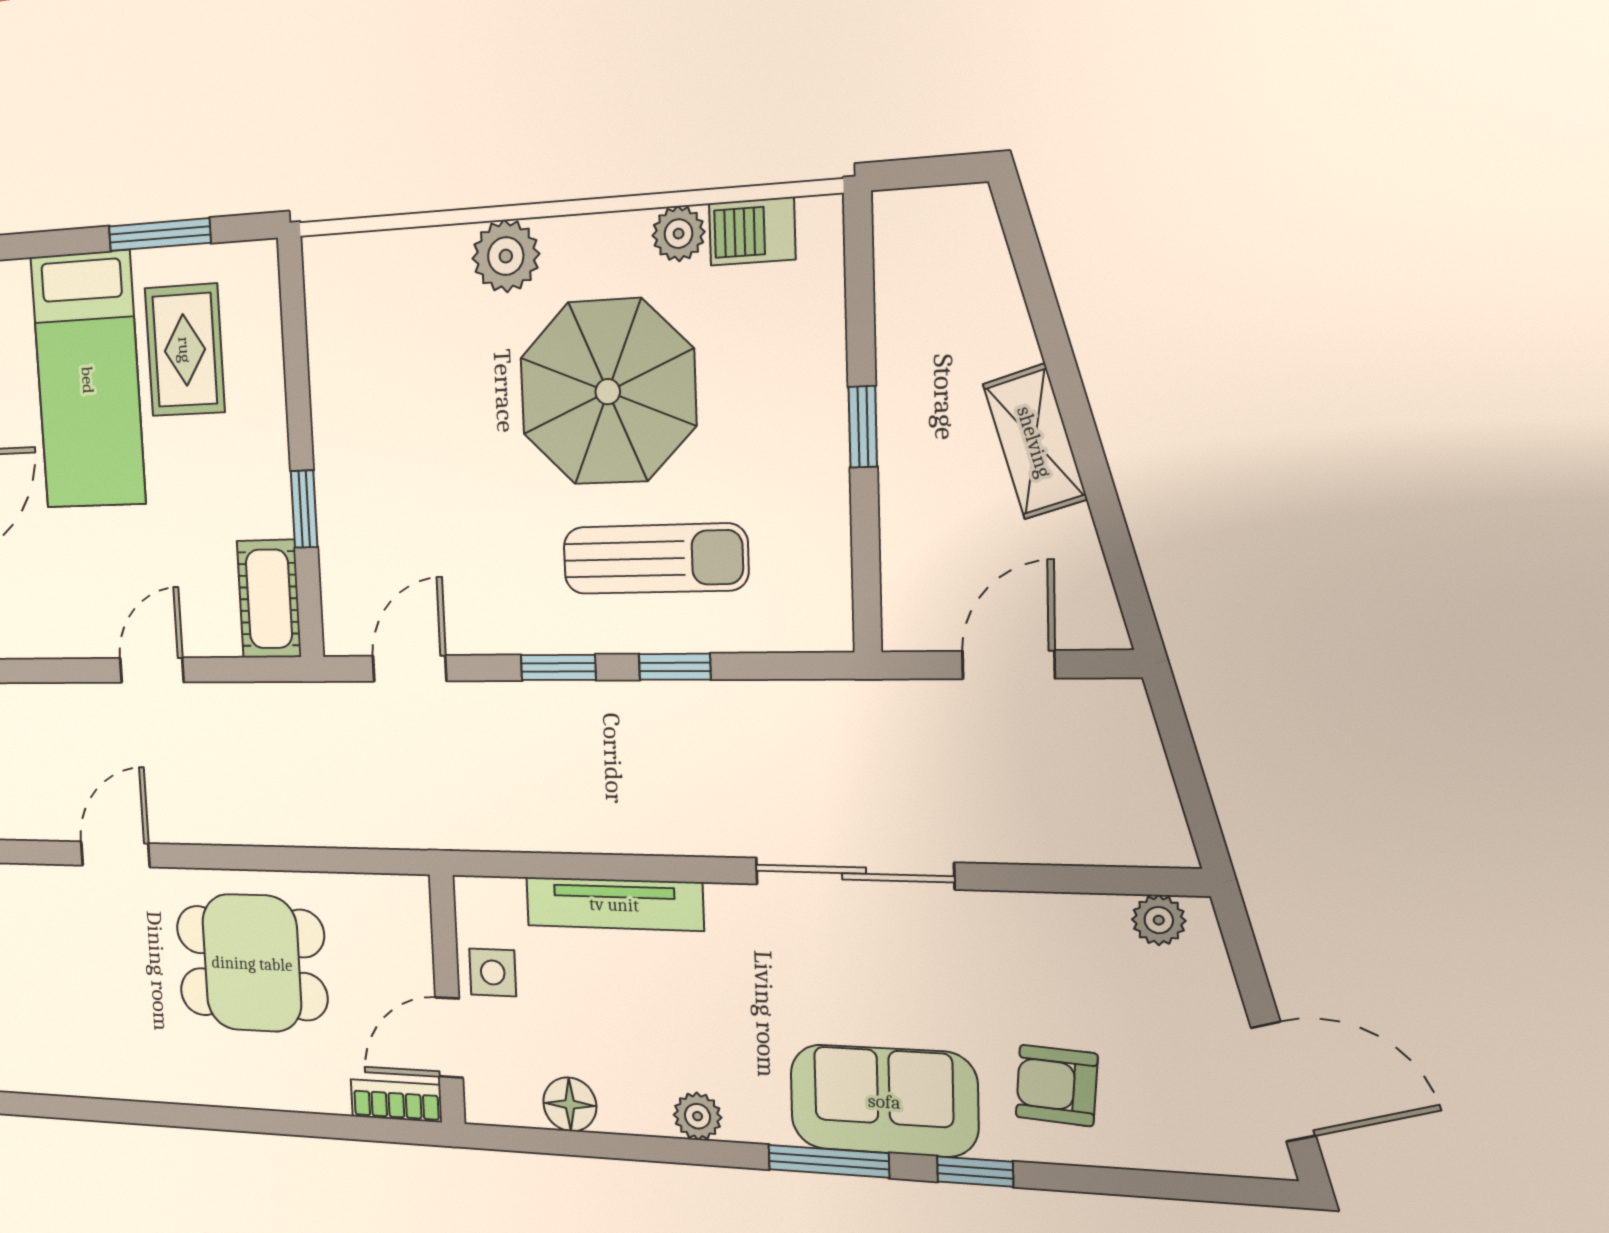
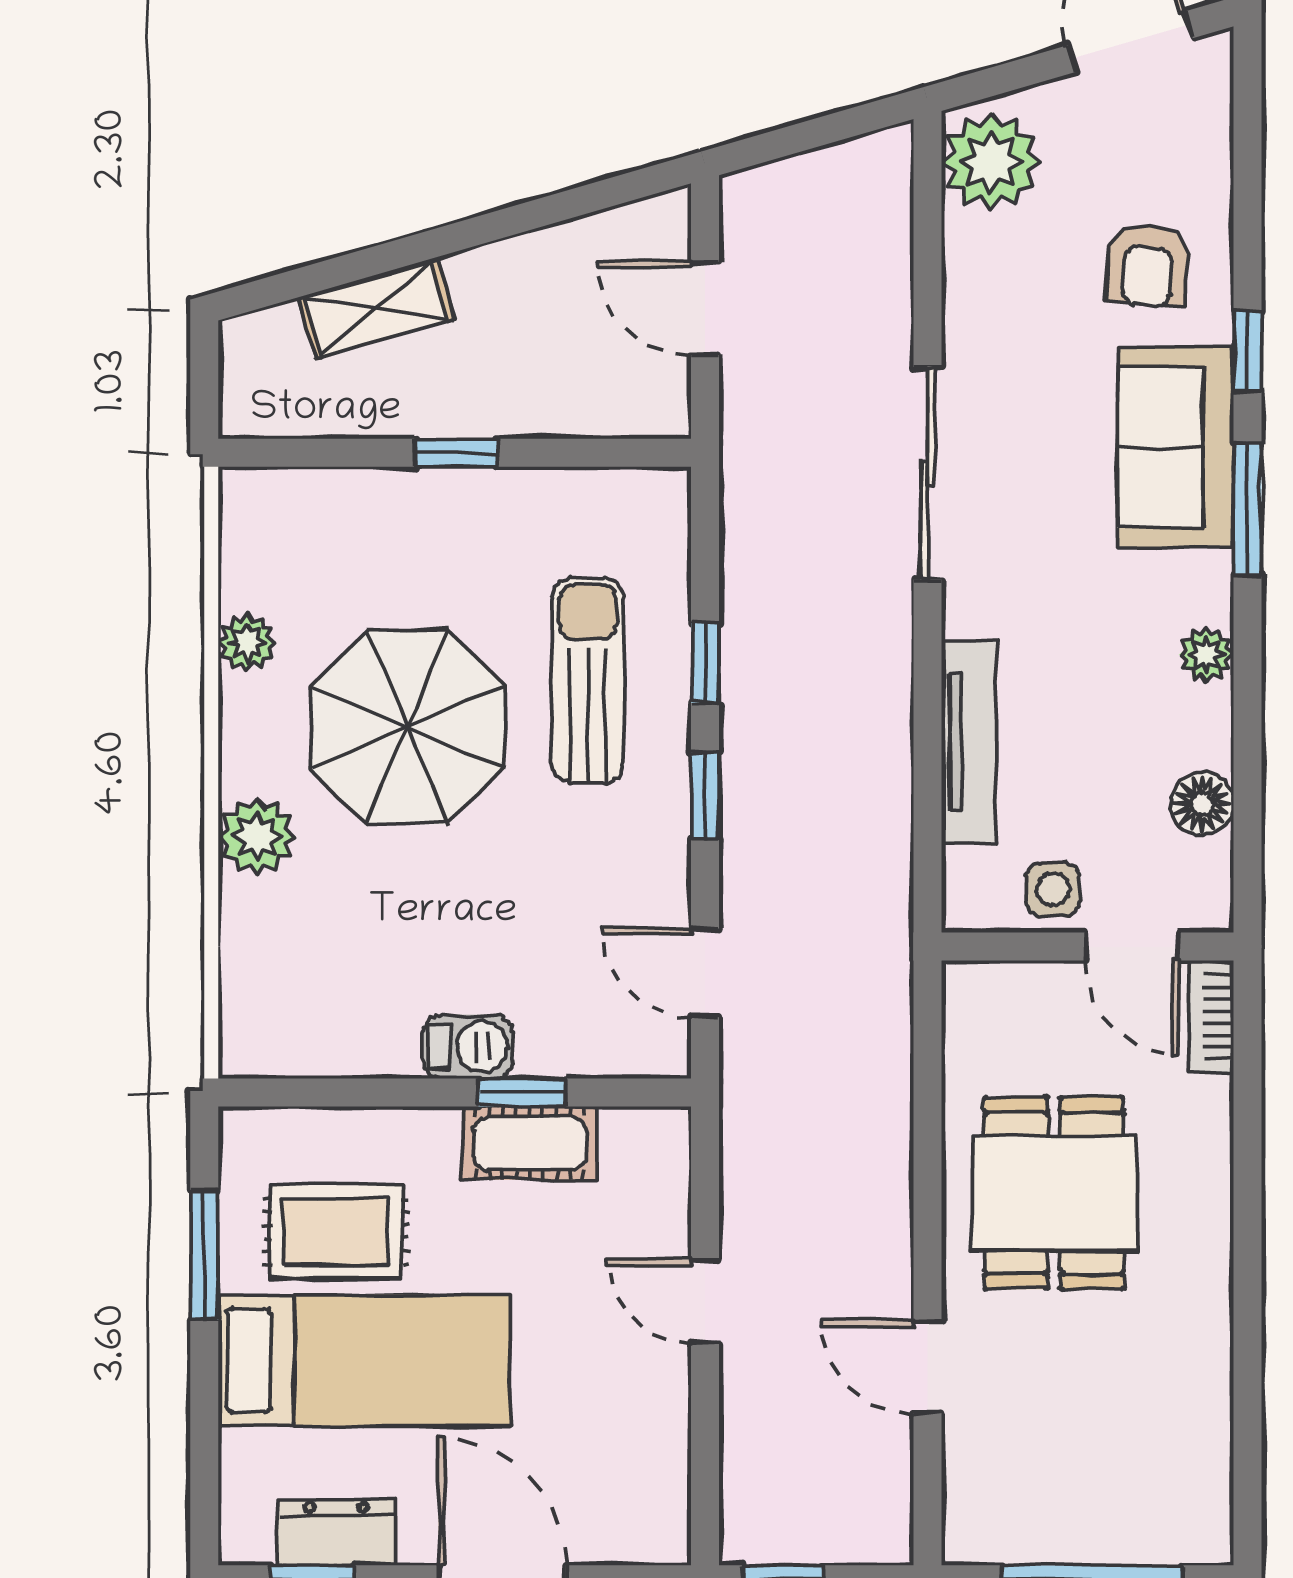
barbecue: (752, 231) -> (468, 1047), moved, turned -90
shelving: (1035, 442) -> (376, 308), moved
cot: (269, 599) -> (530, 1143), moved
plant: (1159, 920) -> (991, 162), width x1.88, depth x1.88

